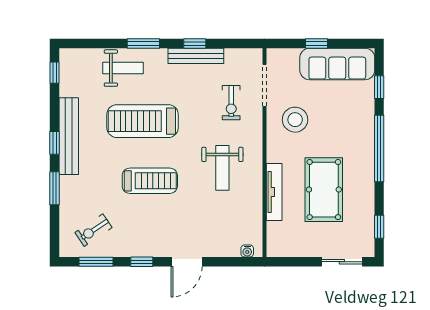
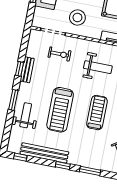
bench: (196, 56) -> (27, 70), width x0.73
bench: (69, 136) -> (44, 153), moved

